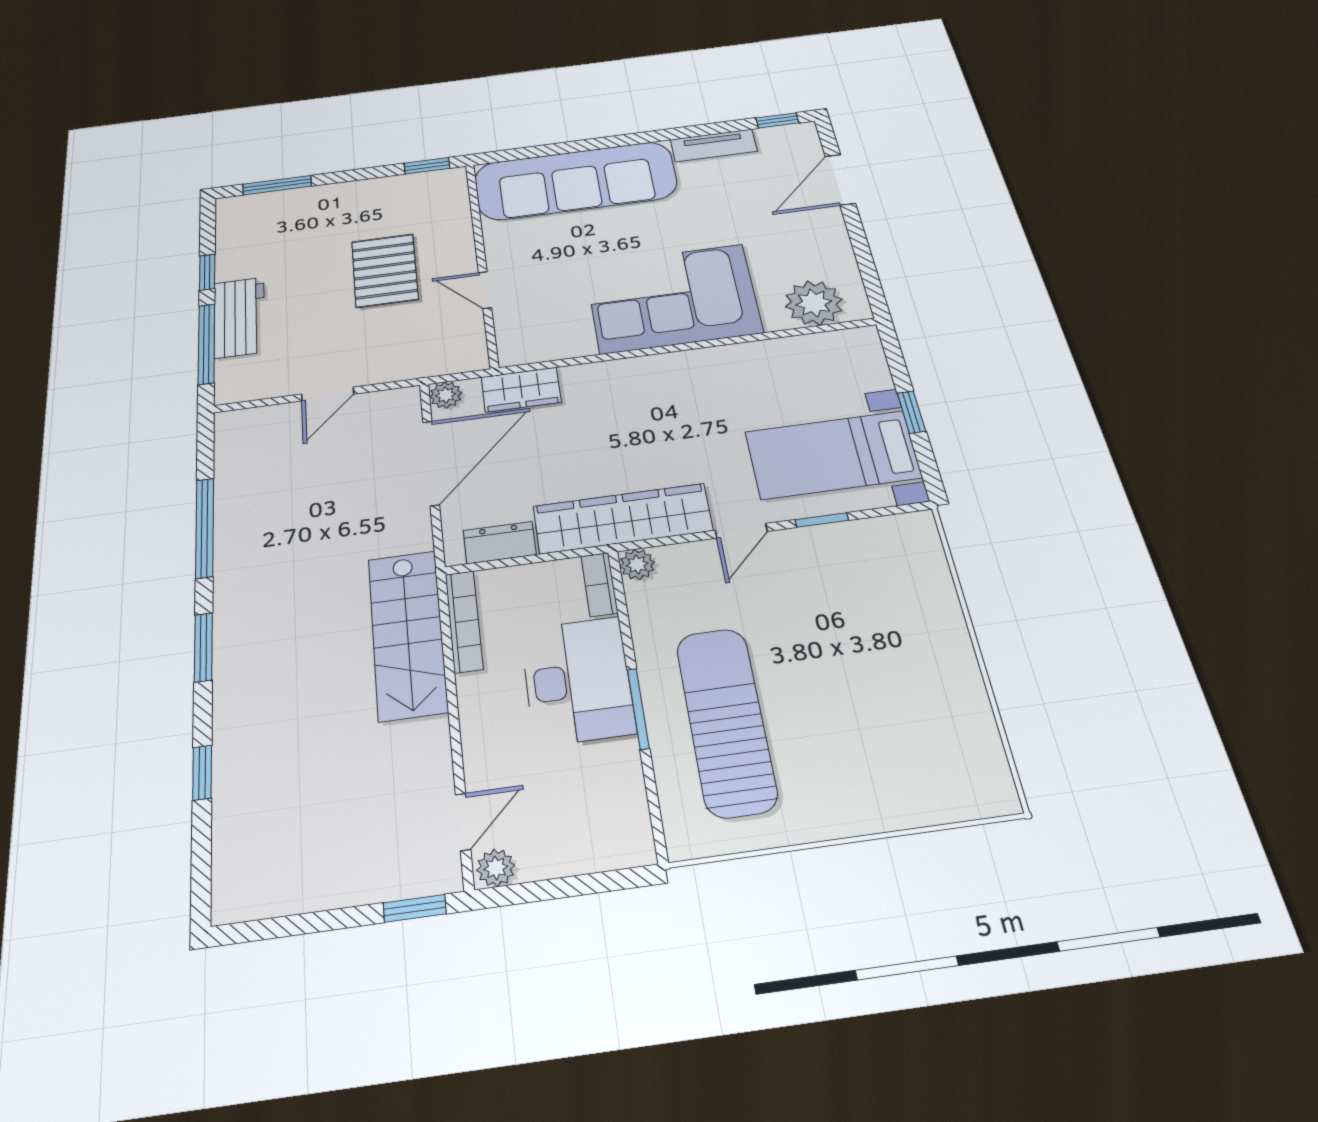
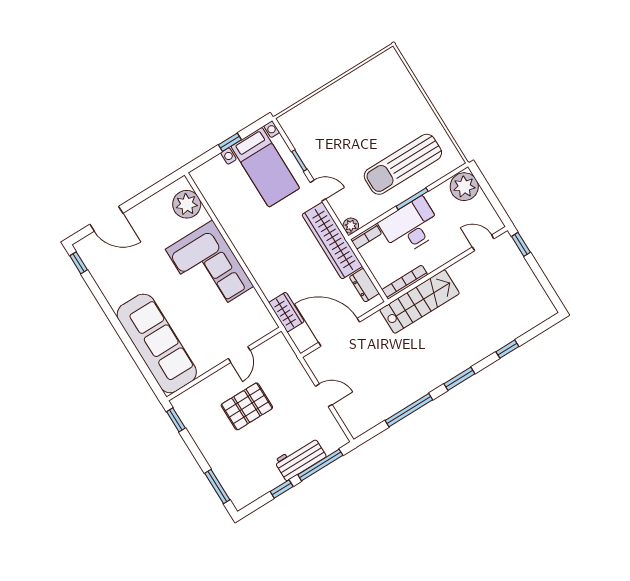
tv unit: (714, 145) -> (108, 287), removed
plant: (446, 395) -> (303, 343), removed
plant: (496, 868) -> (464, 187), moved, width x1.88, depth x1.88

